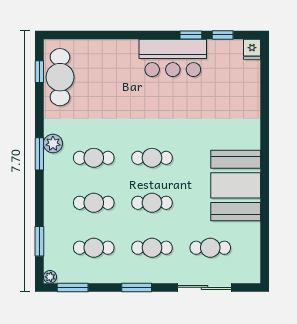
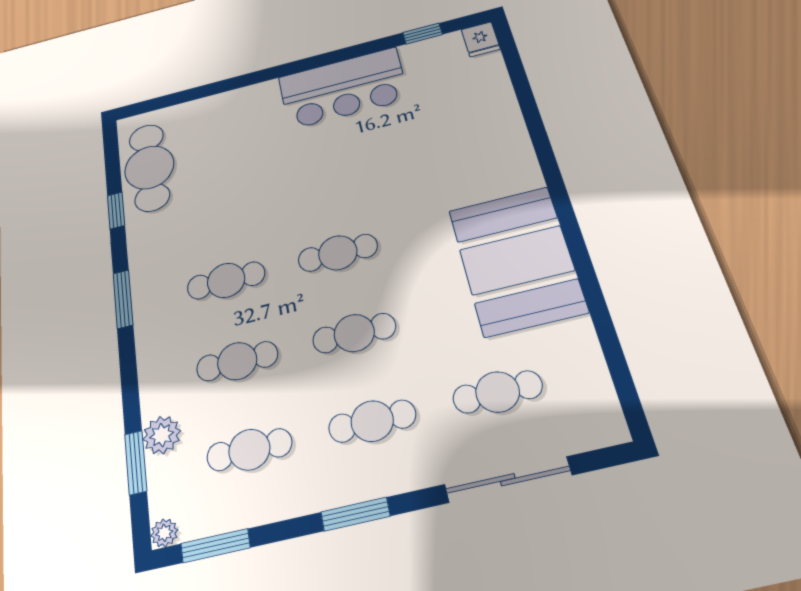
window: (191, 35) -> (367, 48), removed
window: (39, 72) -> (116, 211), moved
plant: (53, 144) -> (162, 435), moved

